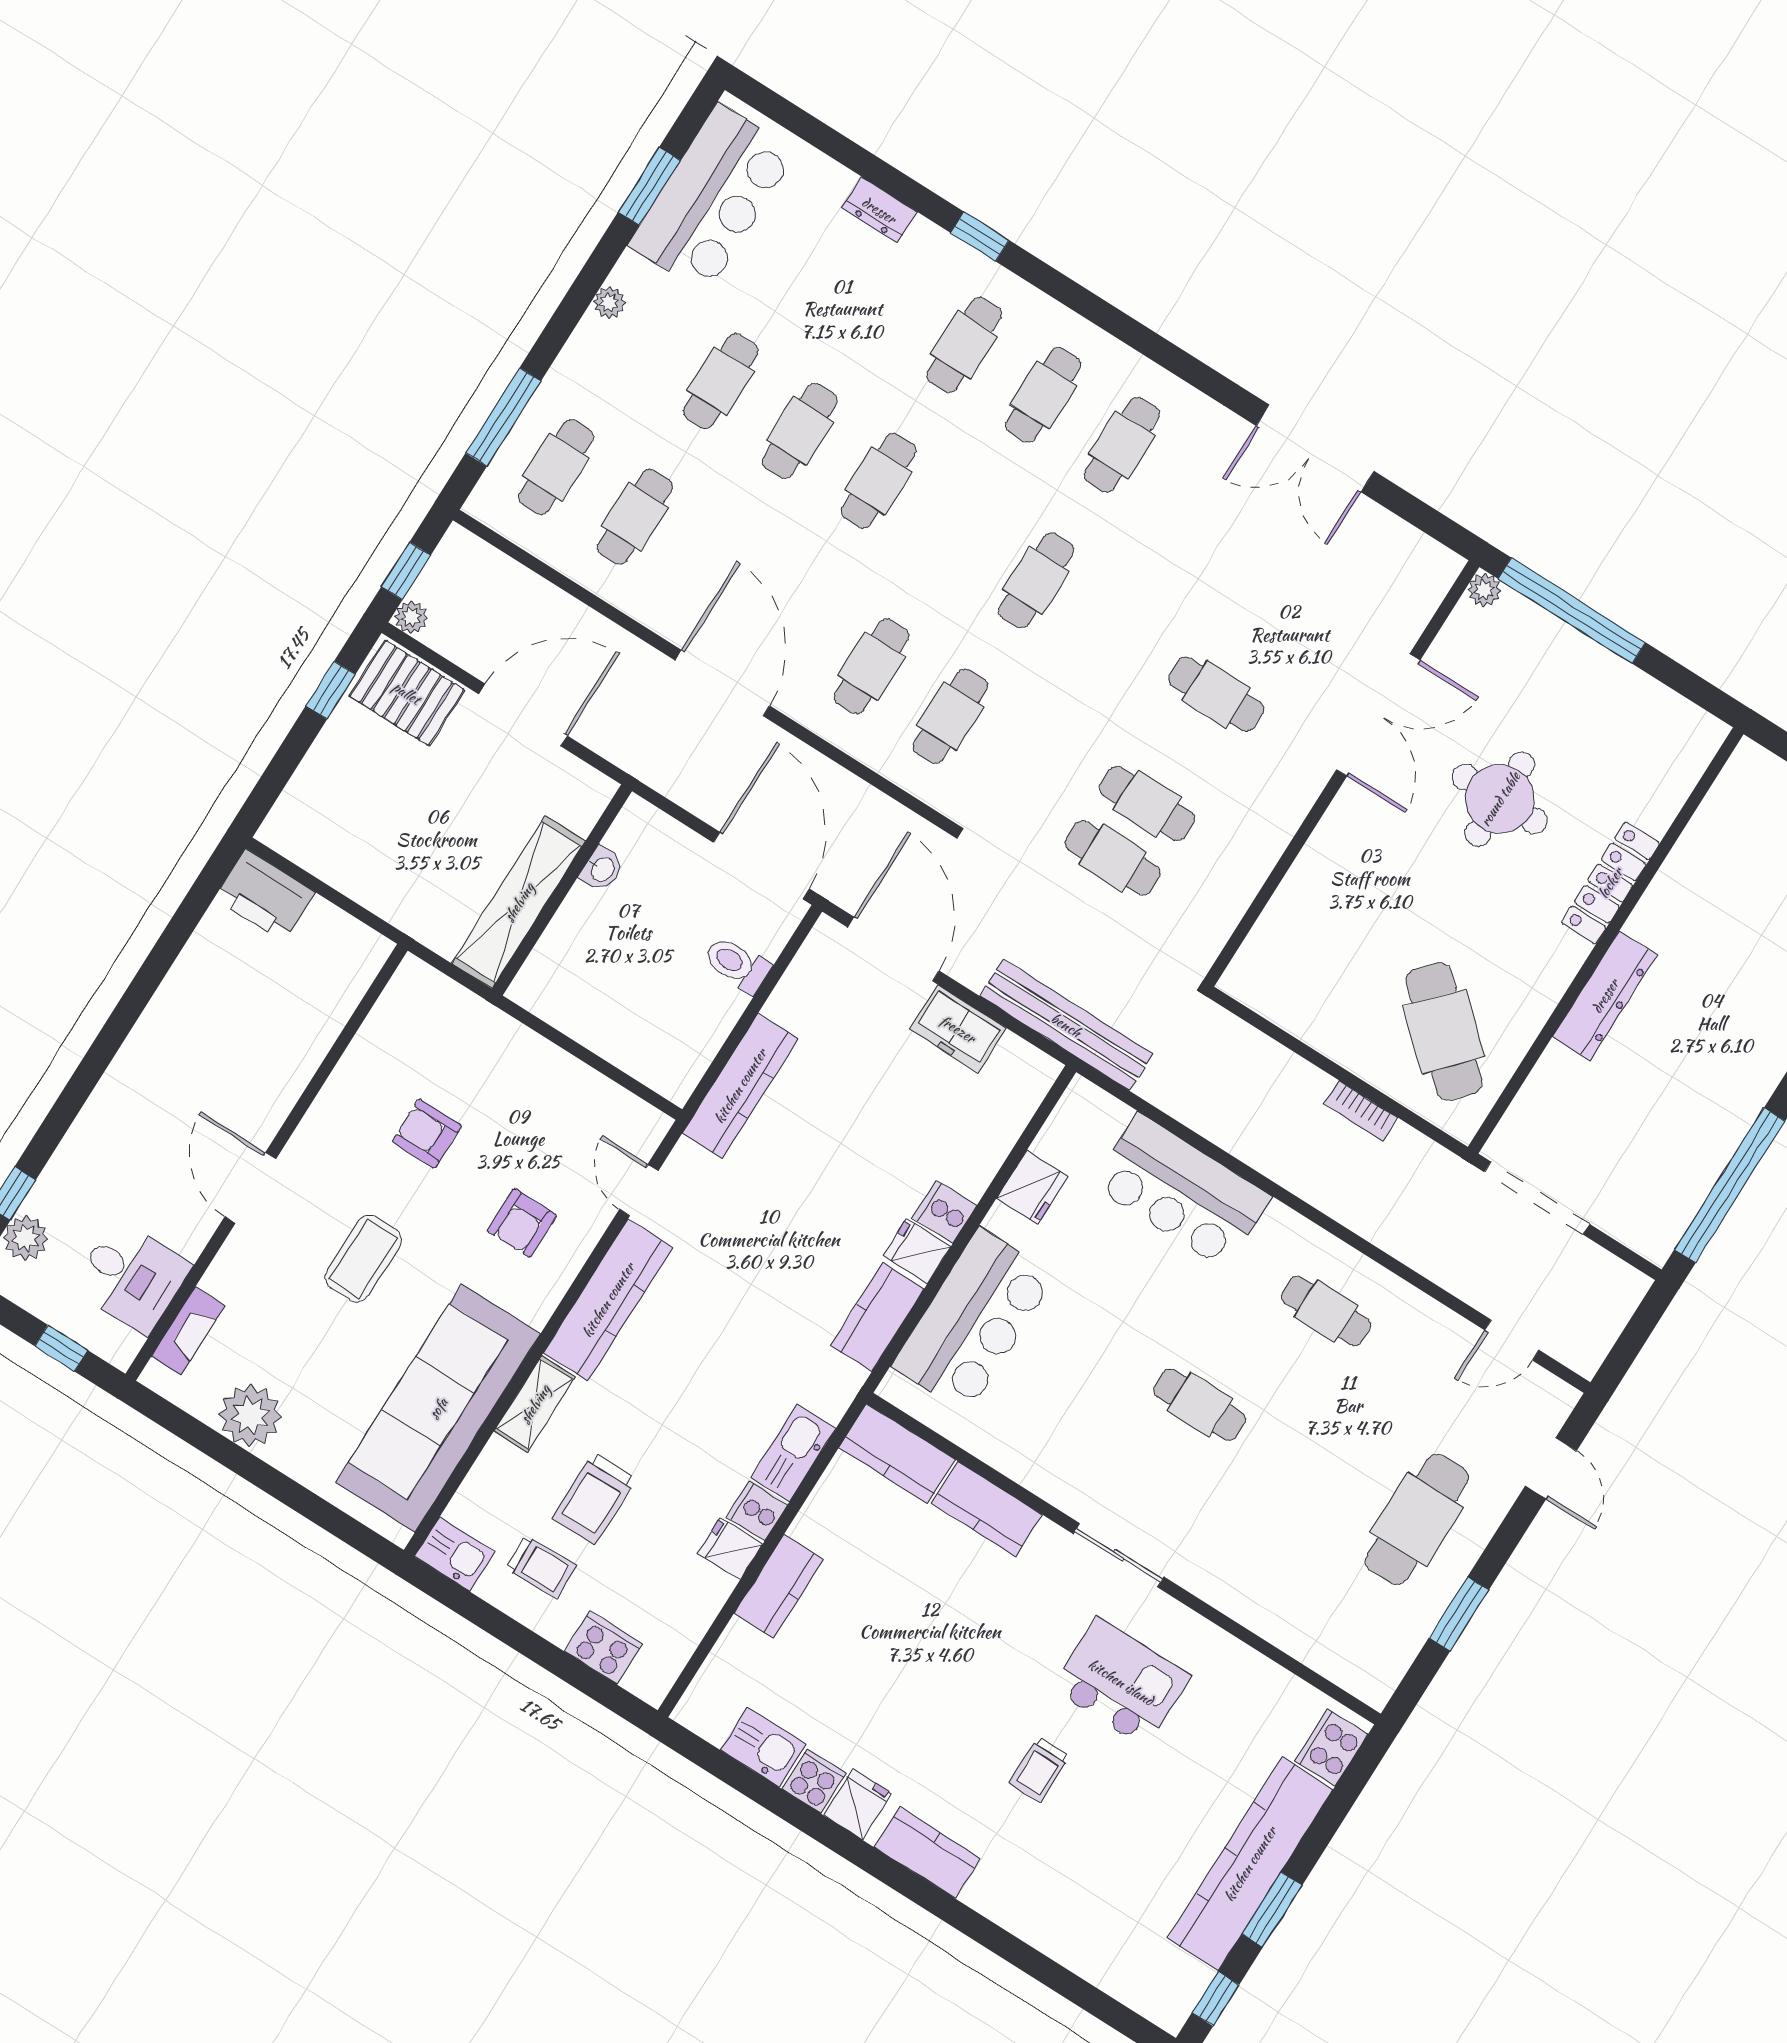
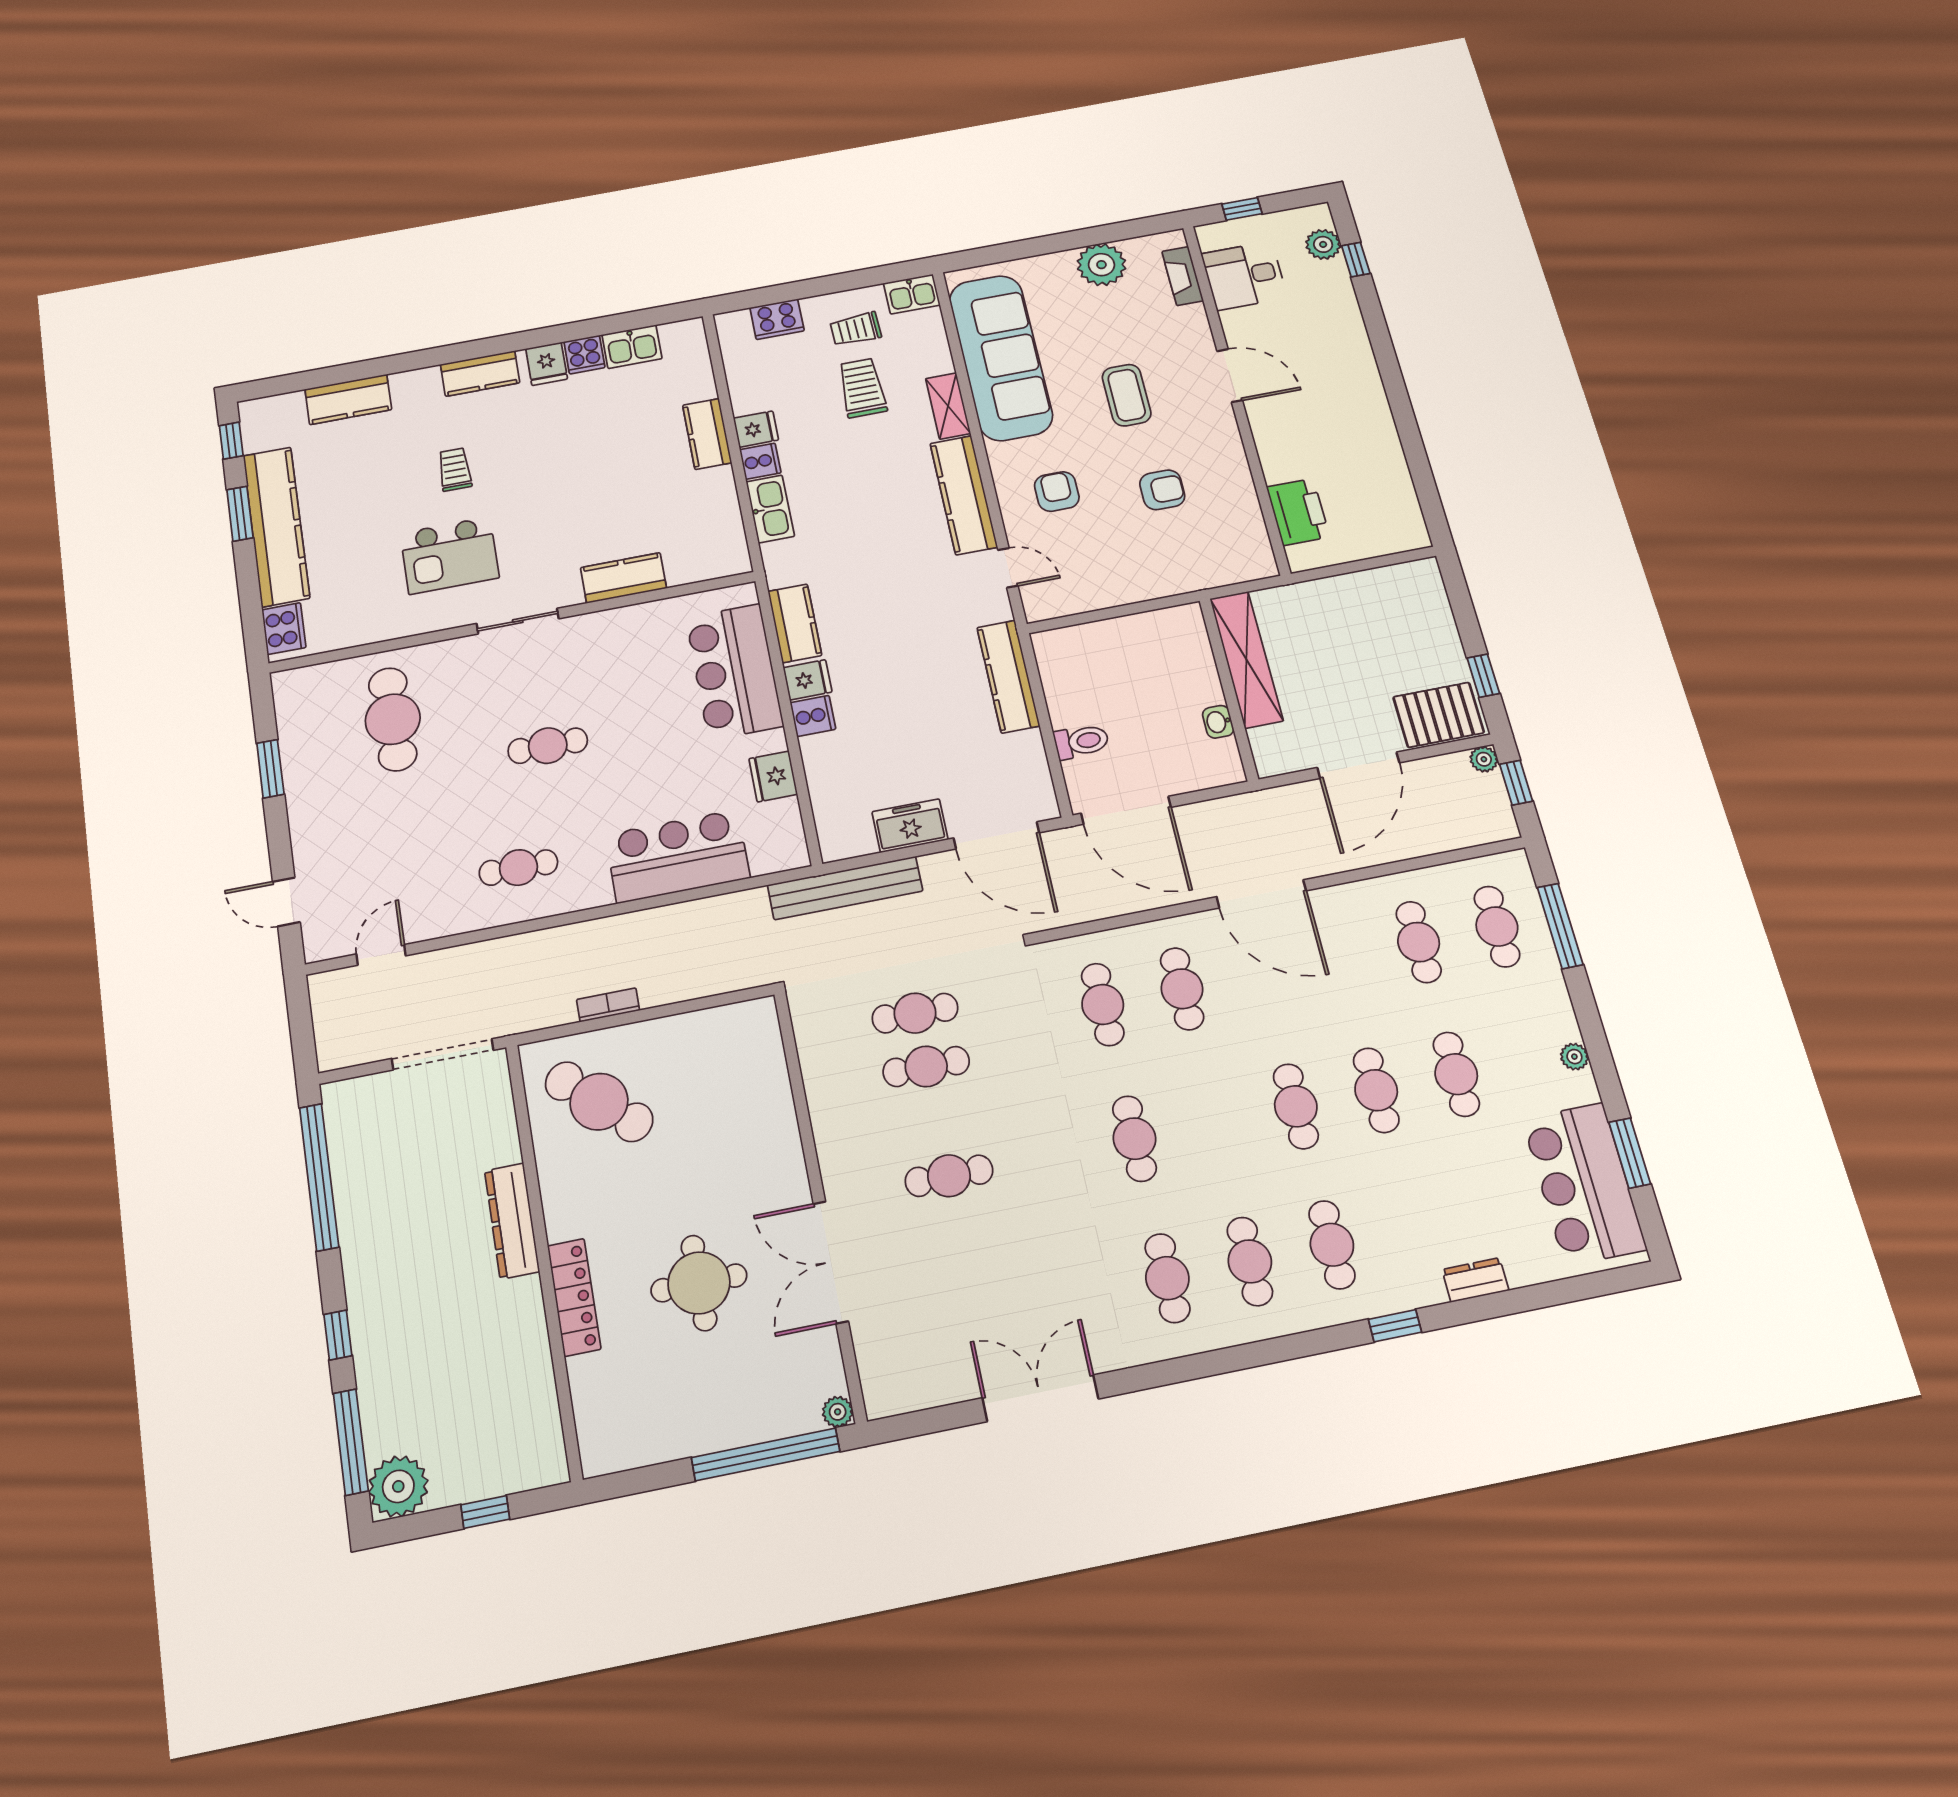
printer: (265, 895) -> (1298, 512), moved, turned 90
kitchen counter: (897, 1454) -> (348, 399), moved, turned 180
cafe table: (1417, 1519) -> (393, 719), moved

